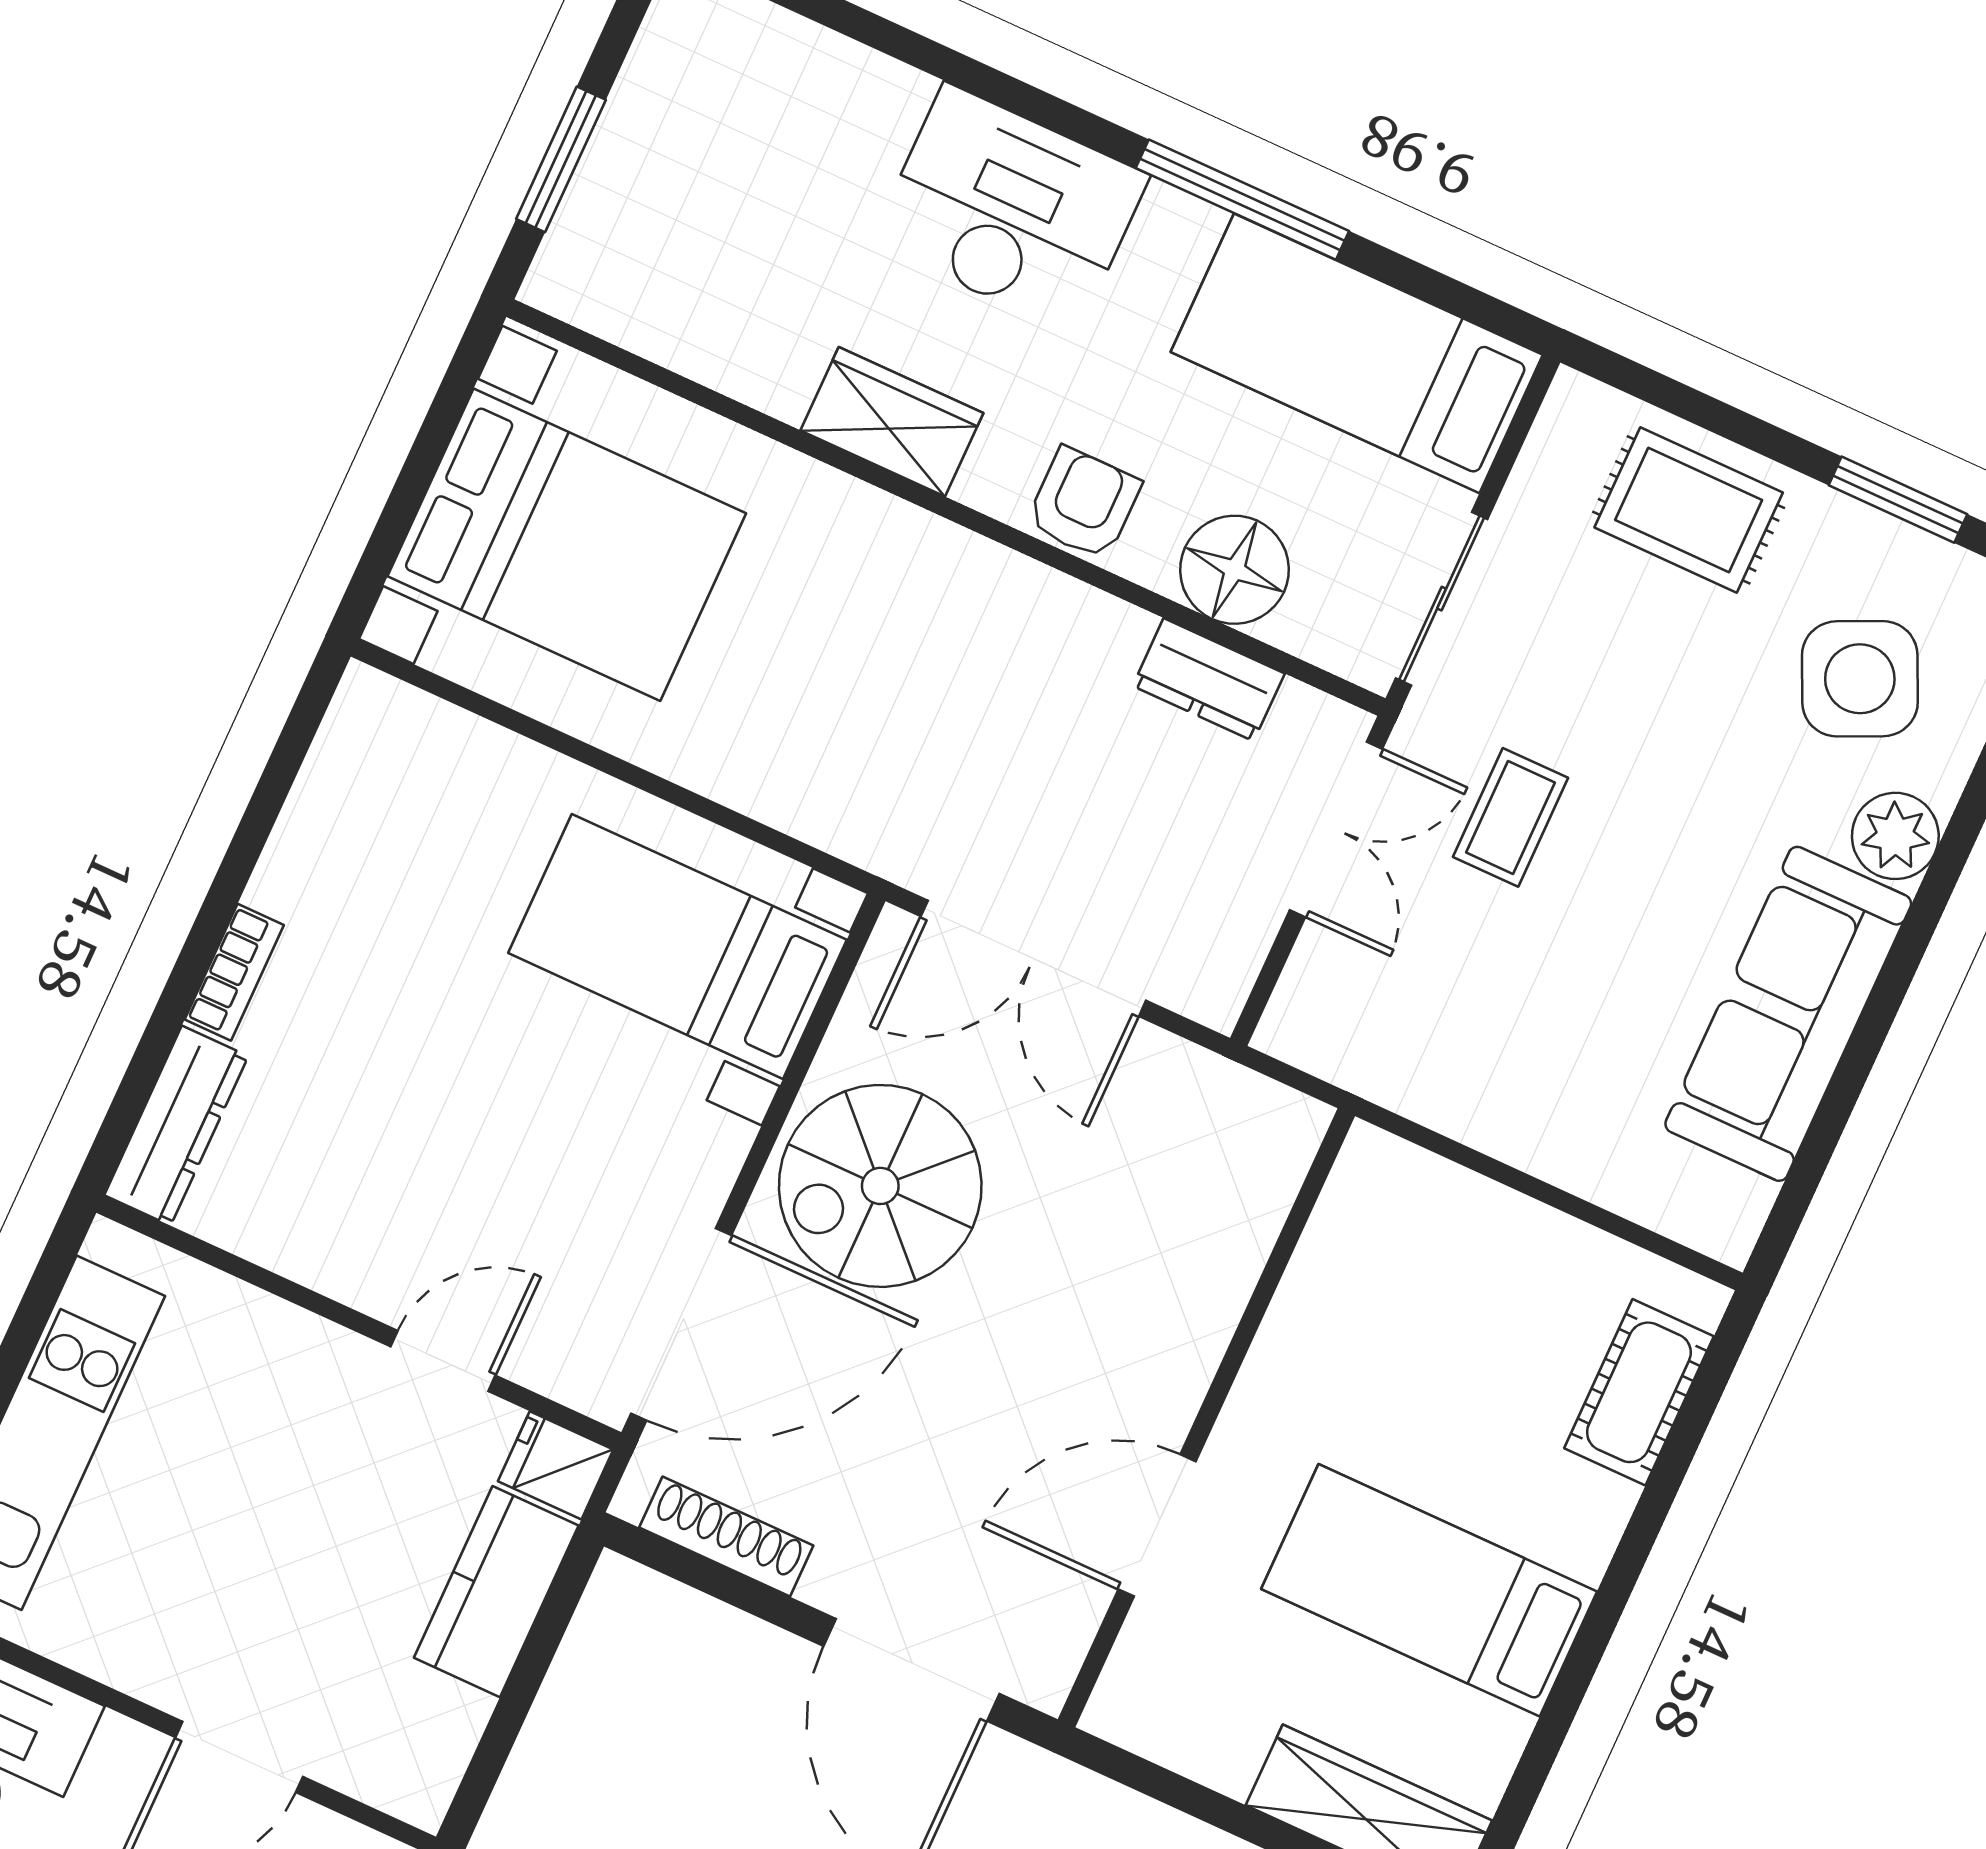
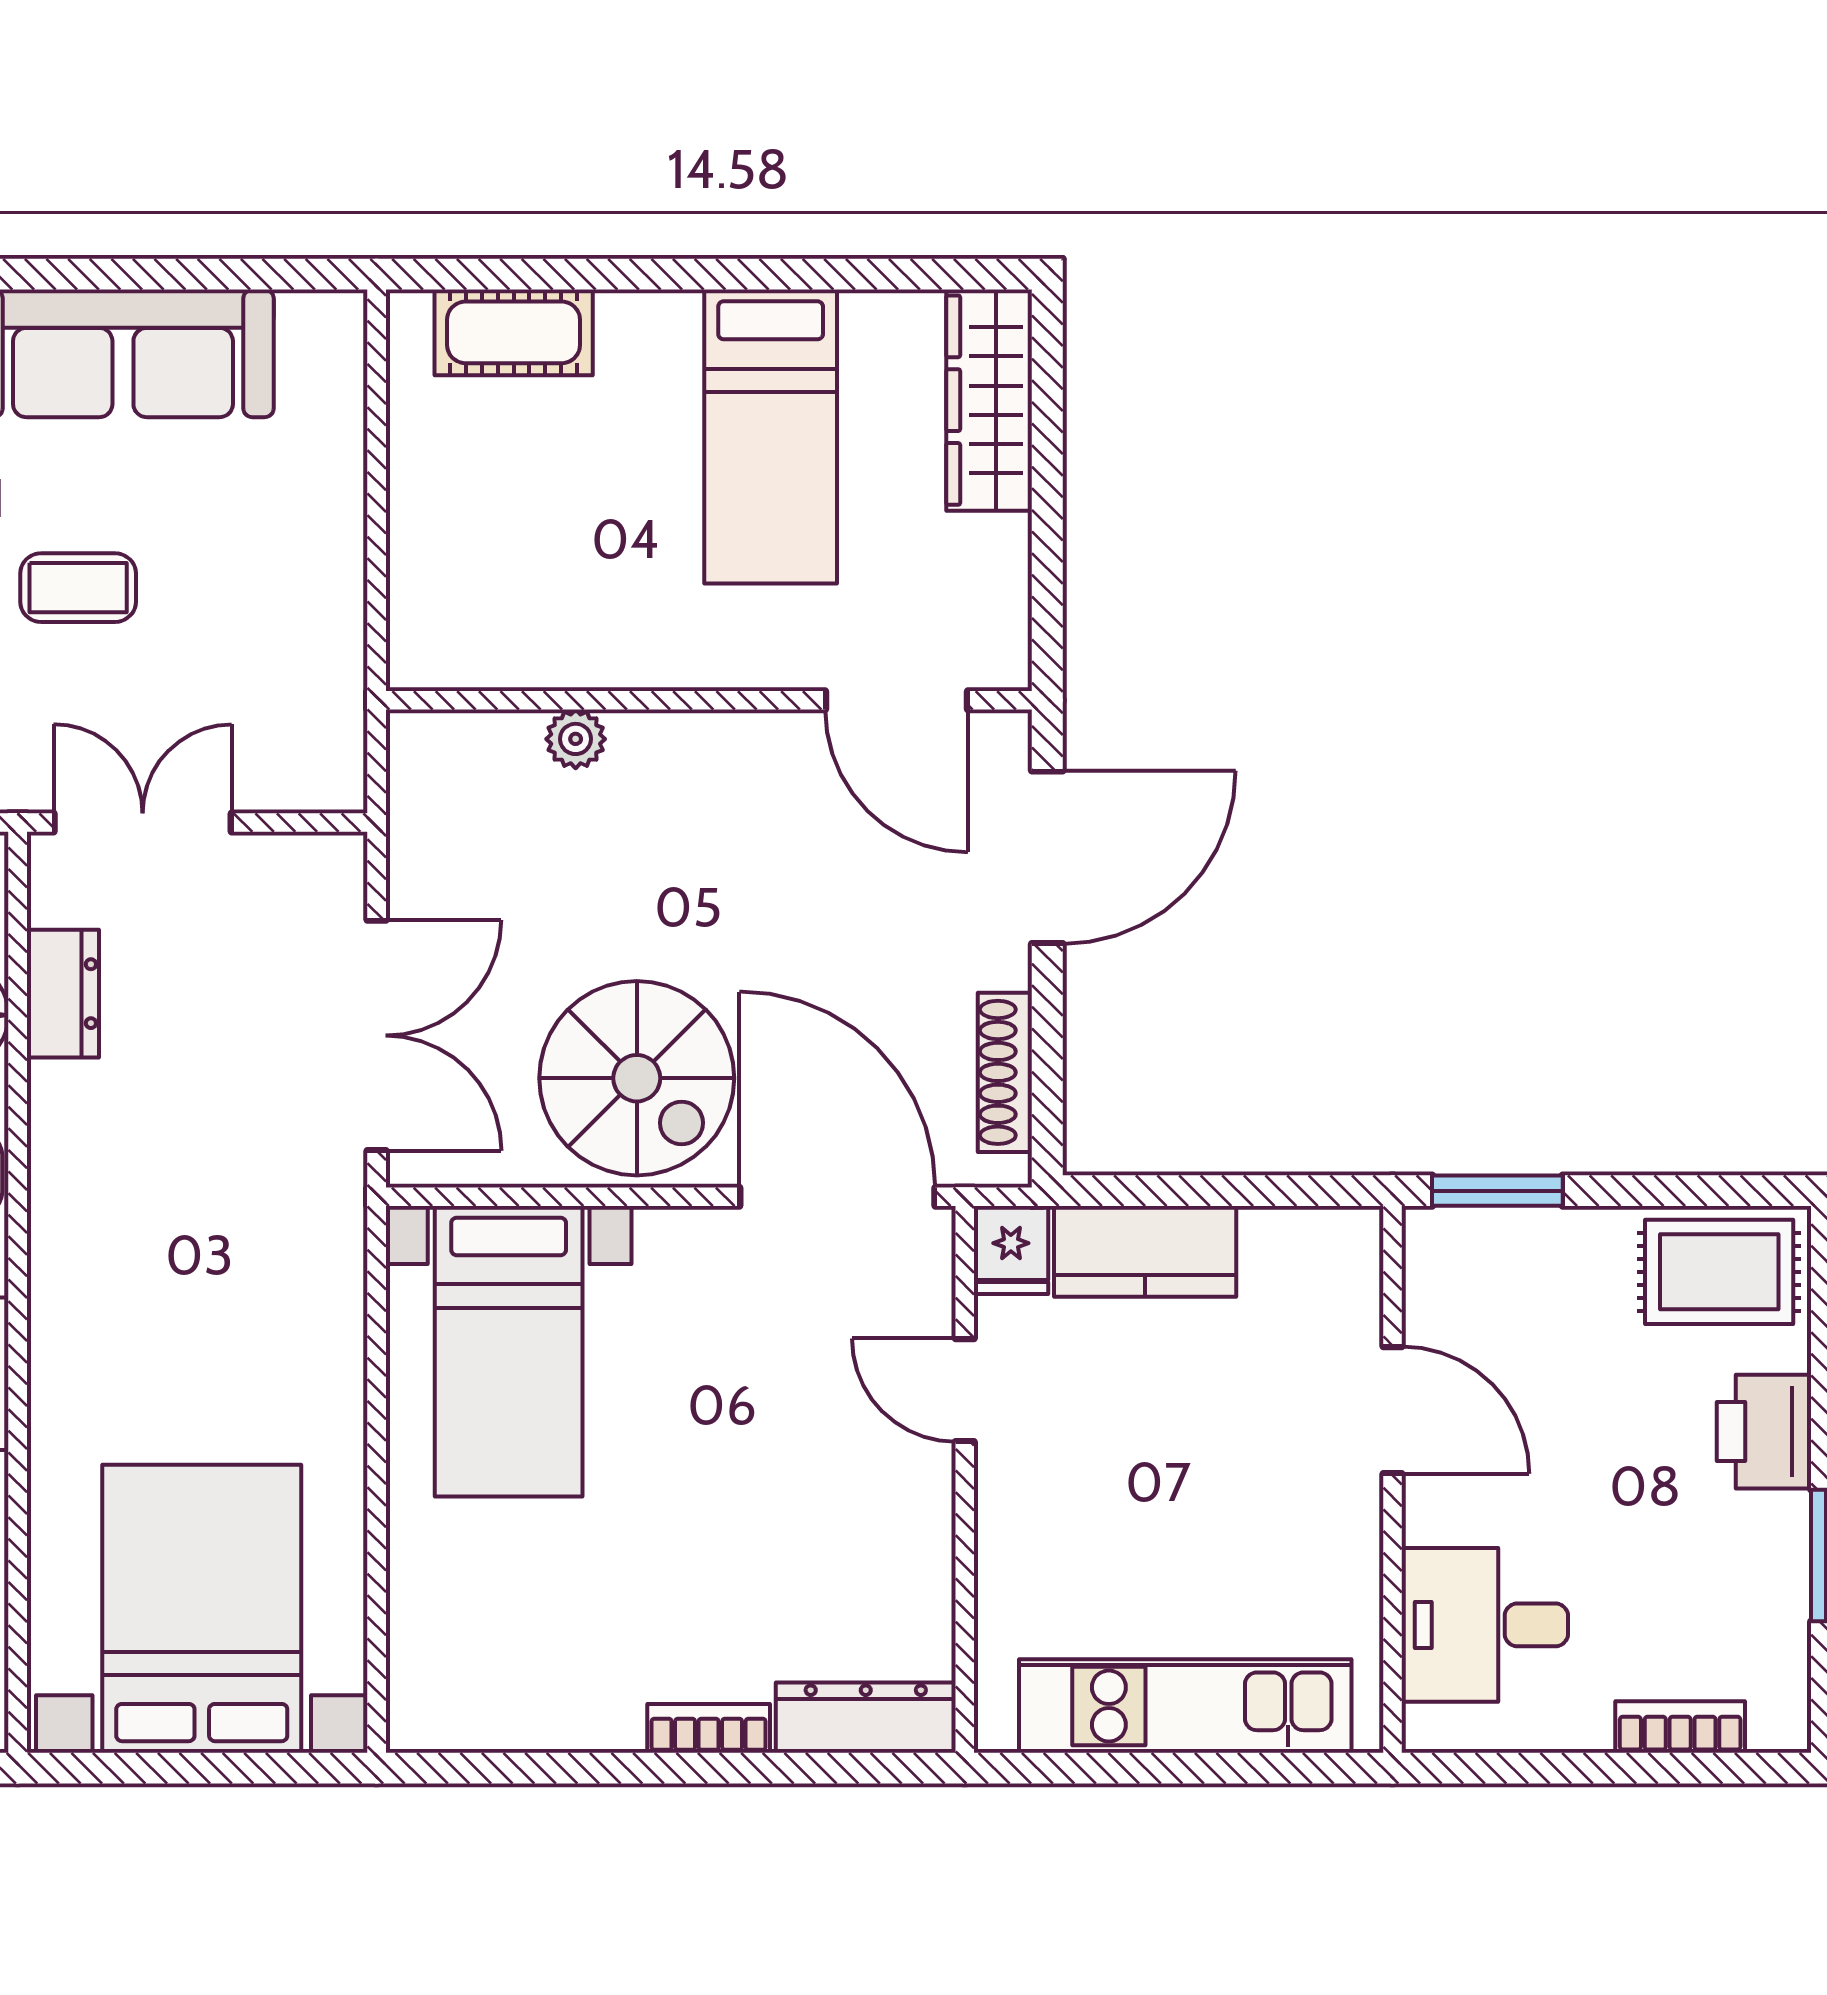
coffee table: (1511, 817) -> (78, 588), moved
plant: (1228, 1275) -> (576, 739), added
door: (1157, 1525) -> (896, 700), moved

